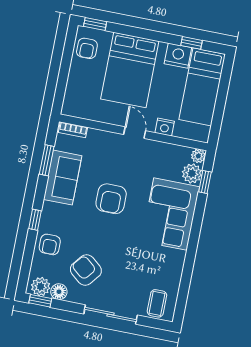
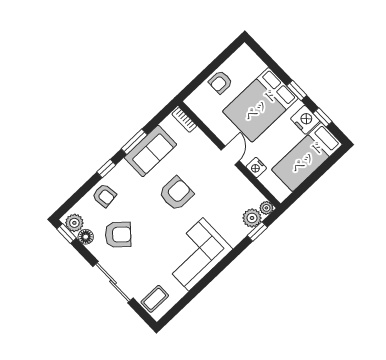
window: (95, 24) -> (297, 91), moved
armchair: (87, 48) -> (220, 82), moved
window: (47, 160) -> (134, 142), moved
armchair: (111, 199) -> (176, 194), turned 180
corner sofa: (170, 214) -> (196, 254), moved
armchair: (50, 244) -> (104, 195), turned -97
armchair: (86, 270) -> (118, 235), turned 93

